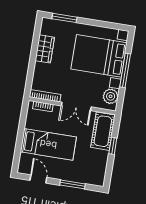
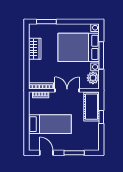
double door: (76, 106) -> (67, 90), swing flipped

